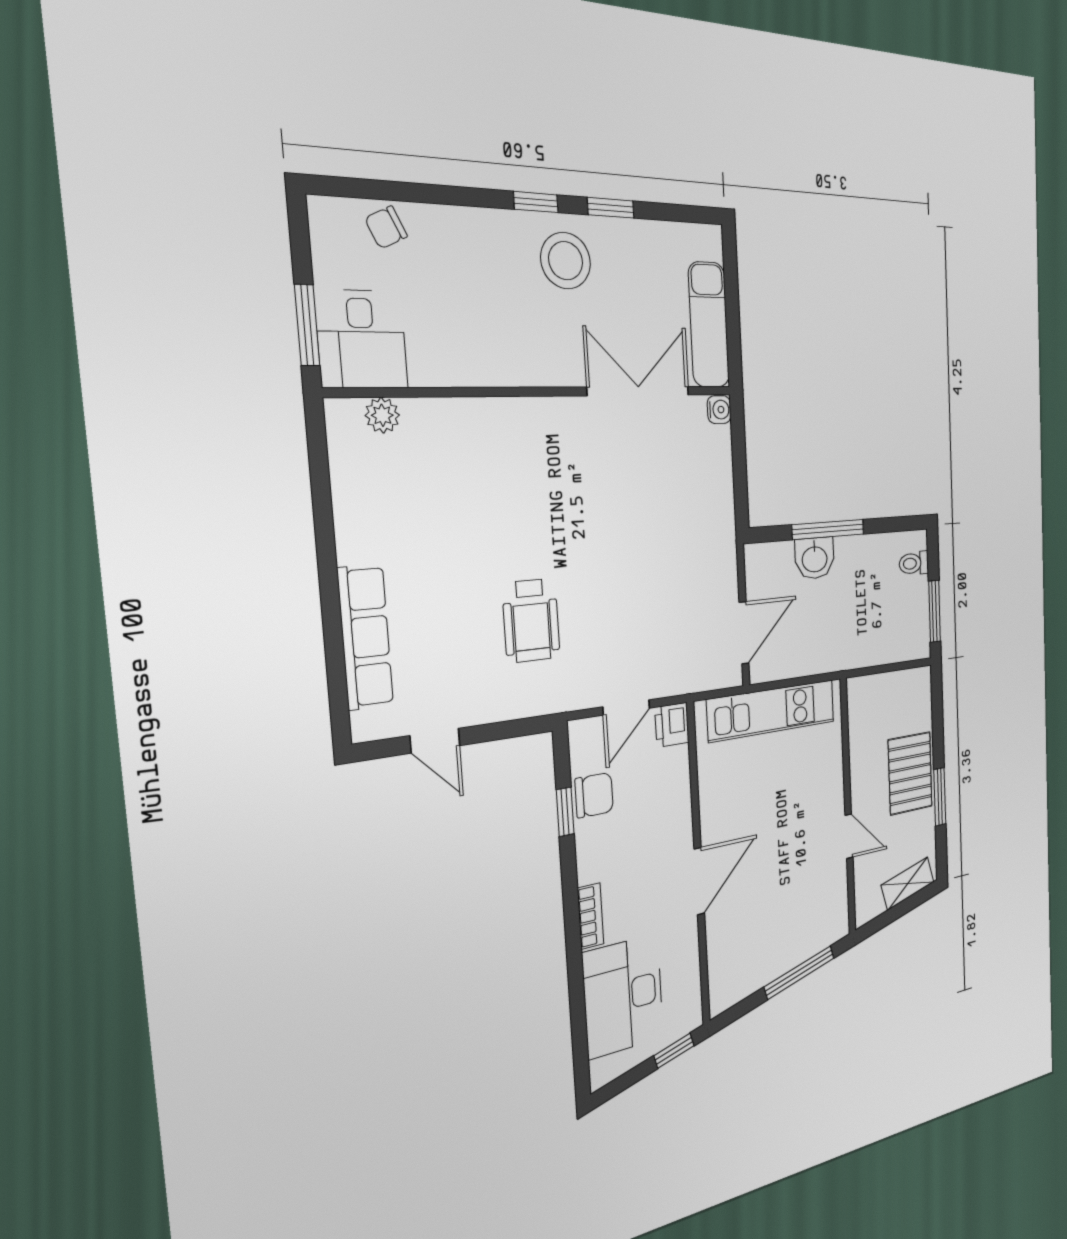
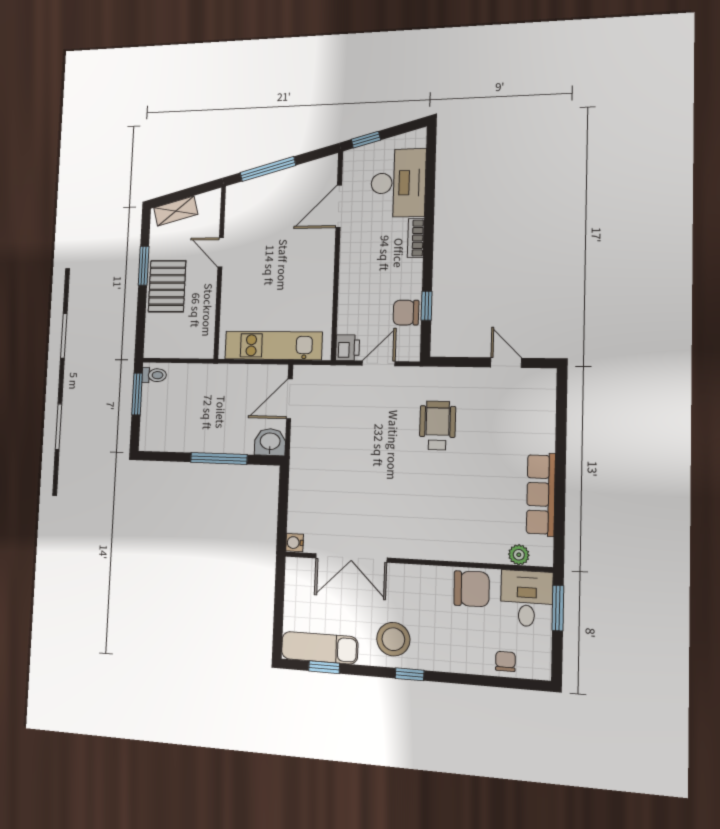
window: (611, 208) -> (324, 667), moved
chair: (386, 227) -> (505, 661), turned -64
exam couch: (709, 325) -> (320, 648), moved, turned -90
chair: (453, 351) -> (472, 589), added
washbasin: (815, 558) -> (270, 442), moved
toilet: (914, 563) -> (154, 375), moved
row of seats: (365, 637) -> (541, 494), moved
door: (699, 881) -> (339, 206), moved

